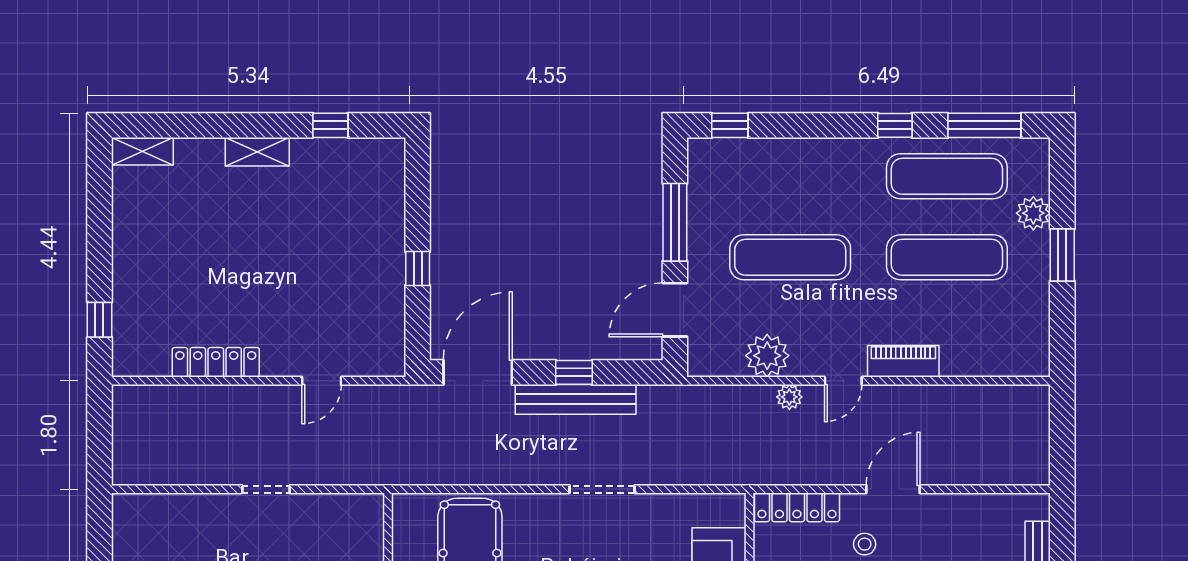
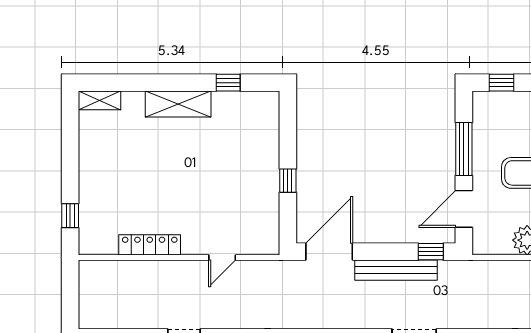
shelving: (257, 152) -> (178, 104), width x1.50, depth x1.33
window: (574, 372) -> (431, 252), moved

